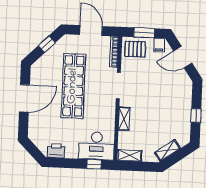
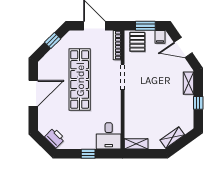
pallet: (135, 49) -> (137, 42), turned 90
shelving: (124, 119) -> (189, 83), moved
desk: (96, 146) -> (109, 136), width x0.73
printer: (56, 151) -> (55, 138), moved, turned 45
window: (94, 164) -> (88, 154), moved

